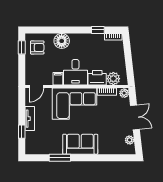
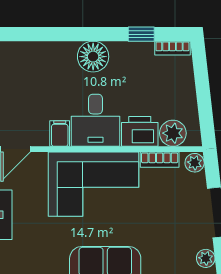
floor lamp: (62, 41) -> (93, 57), moved
armchair: (37, 47) -> (18, 70), removed

